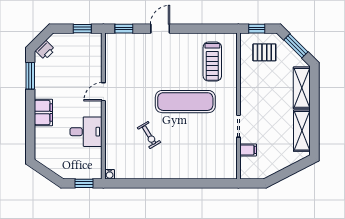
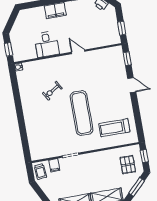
trolley: (253, 170) -> (40, 171), added

